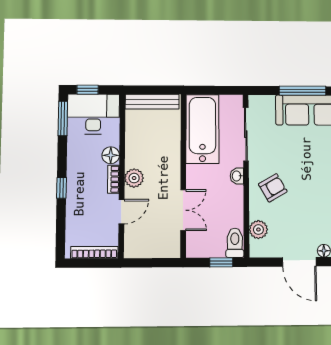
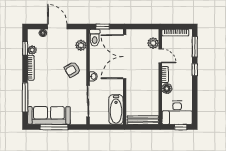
window: (63, 118) -> (195, 47), moved
bathtub: (202, 129) -> (116, 110), width x0.73, depth x0.73
plant: (134, 178) -> (153, 43), moved
double door: (183, 210) -> (125, 57), width x1.87
door: (121, 212) -> (160, 56), swing flipped

